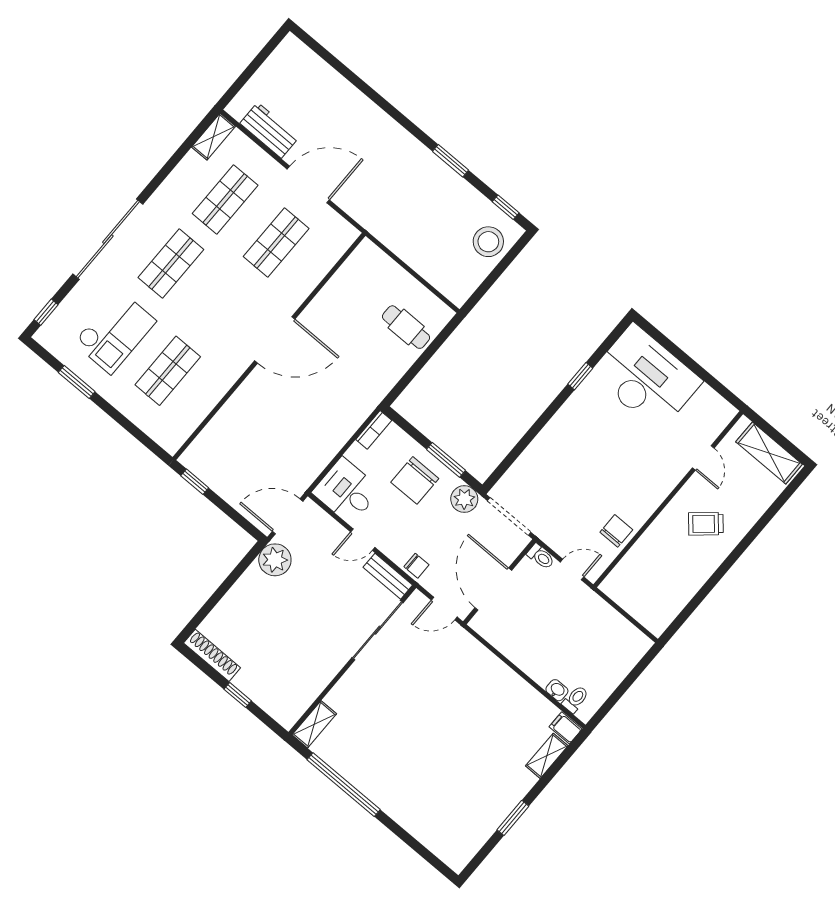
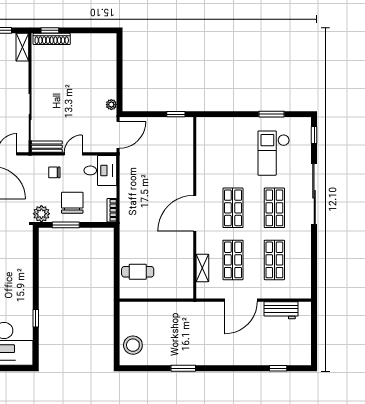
shelving: (214, 137) -> (202, 268), moved
window: (506, 207) -> (278, 368), moved
shop shelf: (168, 371) -> (233, 208), moved
plant: (275, 560) -> (111, 105), width x0.53, depth x0.53
chair: (416, 566) -> (54, 172), moved
shoe rack: (212, 655) -> (52, 39), moved
window: (238, 695) -> (50, 30), moved

